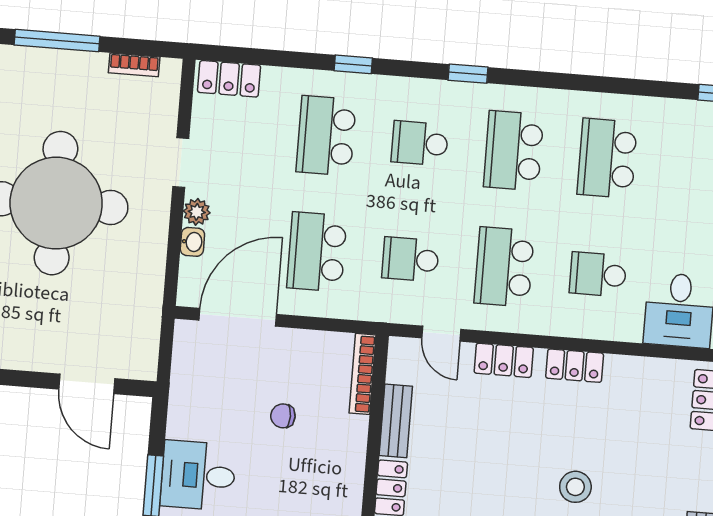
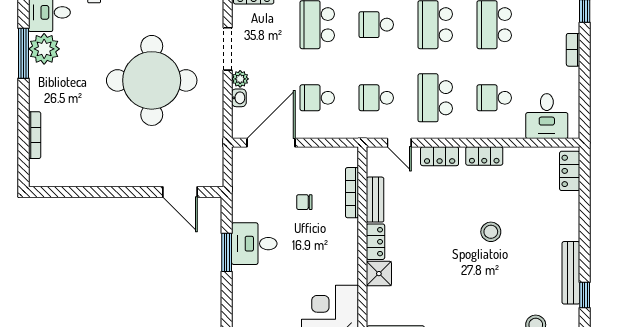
doorway: (181, 163) -> (228, 49), width x1.38
school desk: (317, 252) -> (317, 98), width x0.54
bookcase: (363, 374) -> (352, 193), moved

